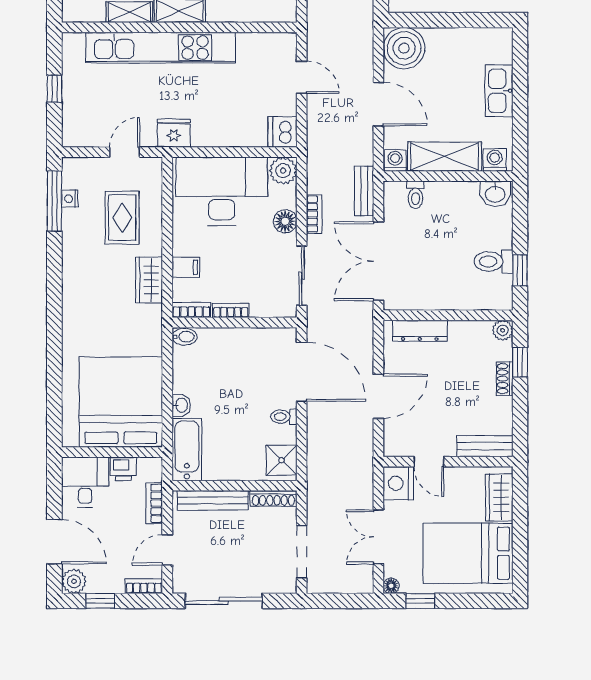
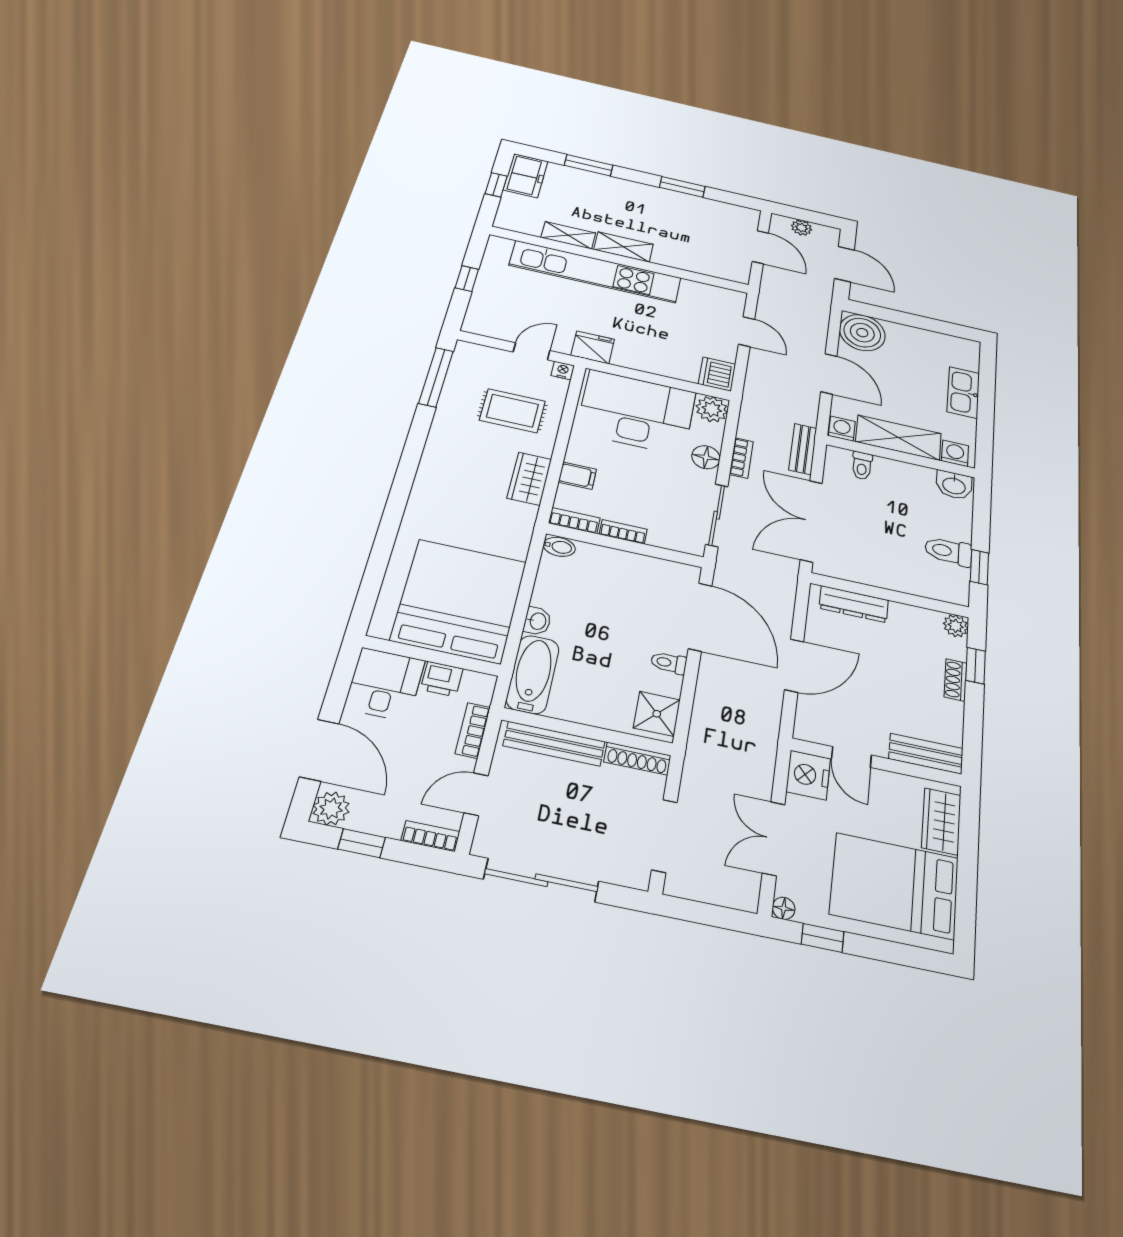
nightstand: (70, 199) -> (563, 370), moved, turned 90
rug: (122, 218) -> (512, 411), turned 90

